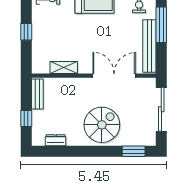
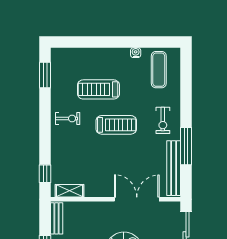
window: (26, 32) -> (45, 174), moved
shelving: (64, 68) -> (70, 191), moved

